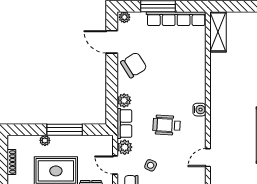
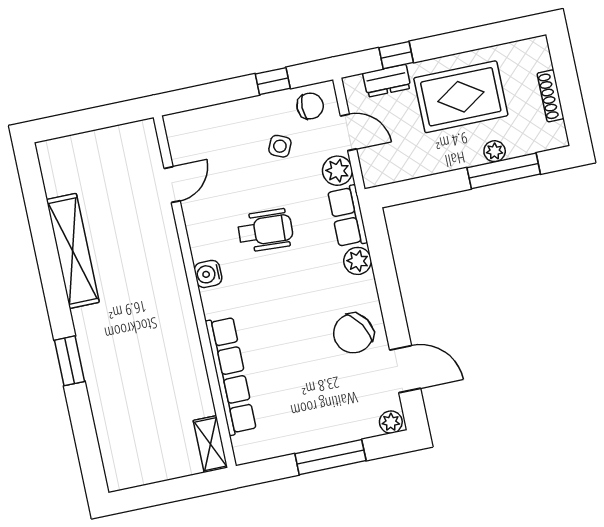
row of seats: (176, 19) -> (231, 376), moved, turned 90
shelving: (218, 32) -> (210, 444), width x0.67, depth x0.75
window: (65, 130) -> (504, 171), moved

